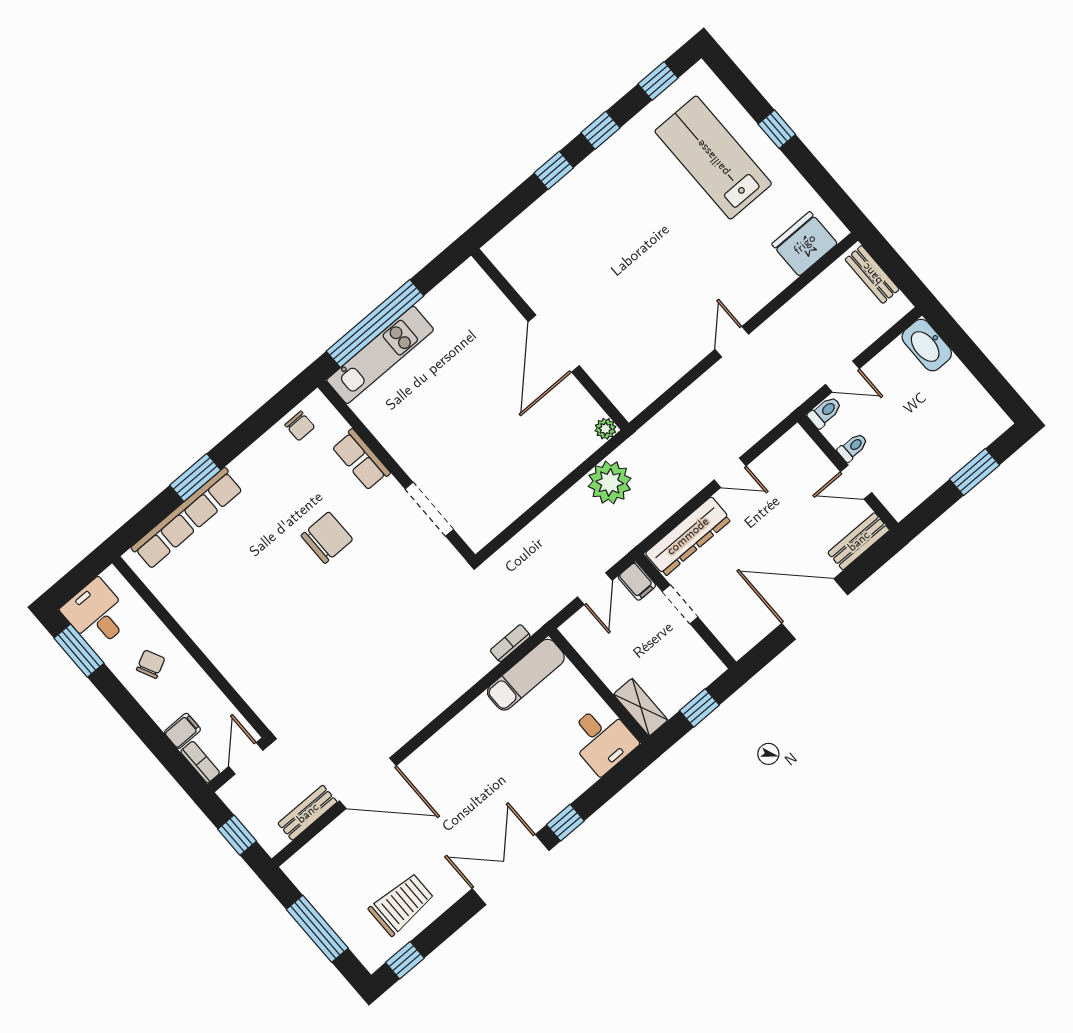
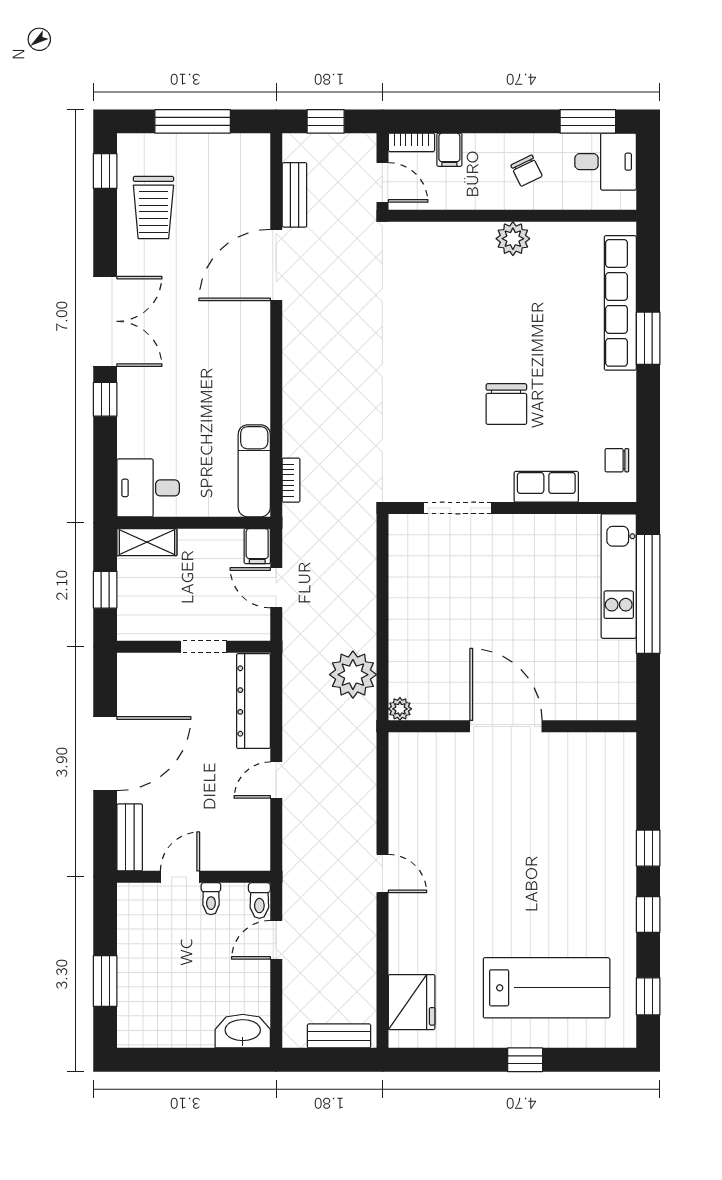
filing cabinet: (637, 581) -> (257, 546), moved, turned -90
plant: (207, 633) -> (513, 239), added

